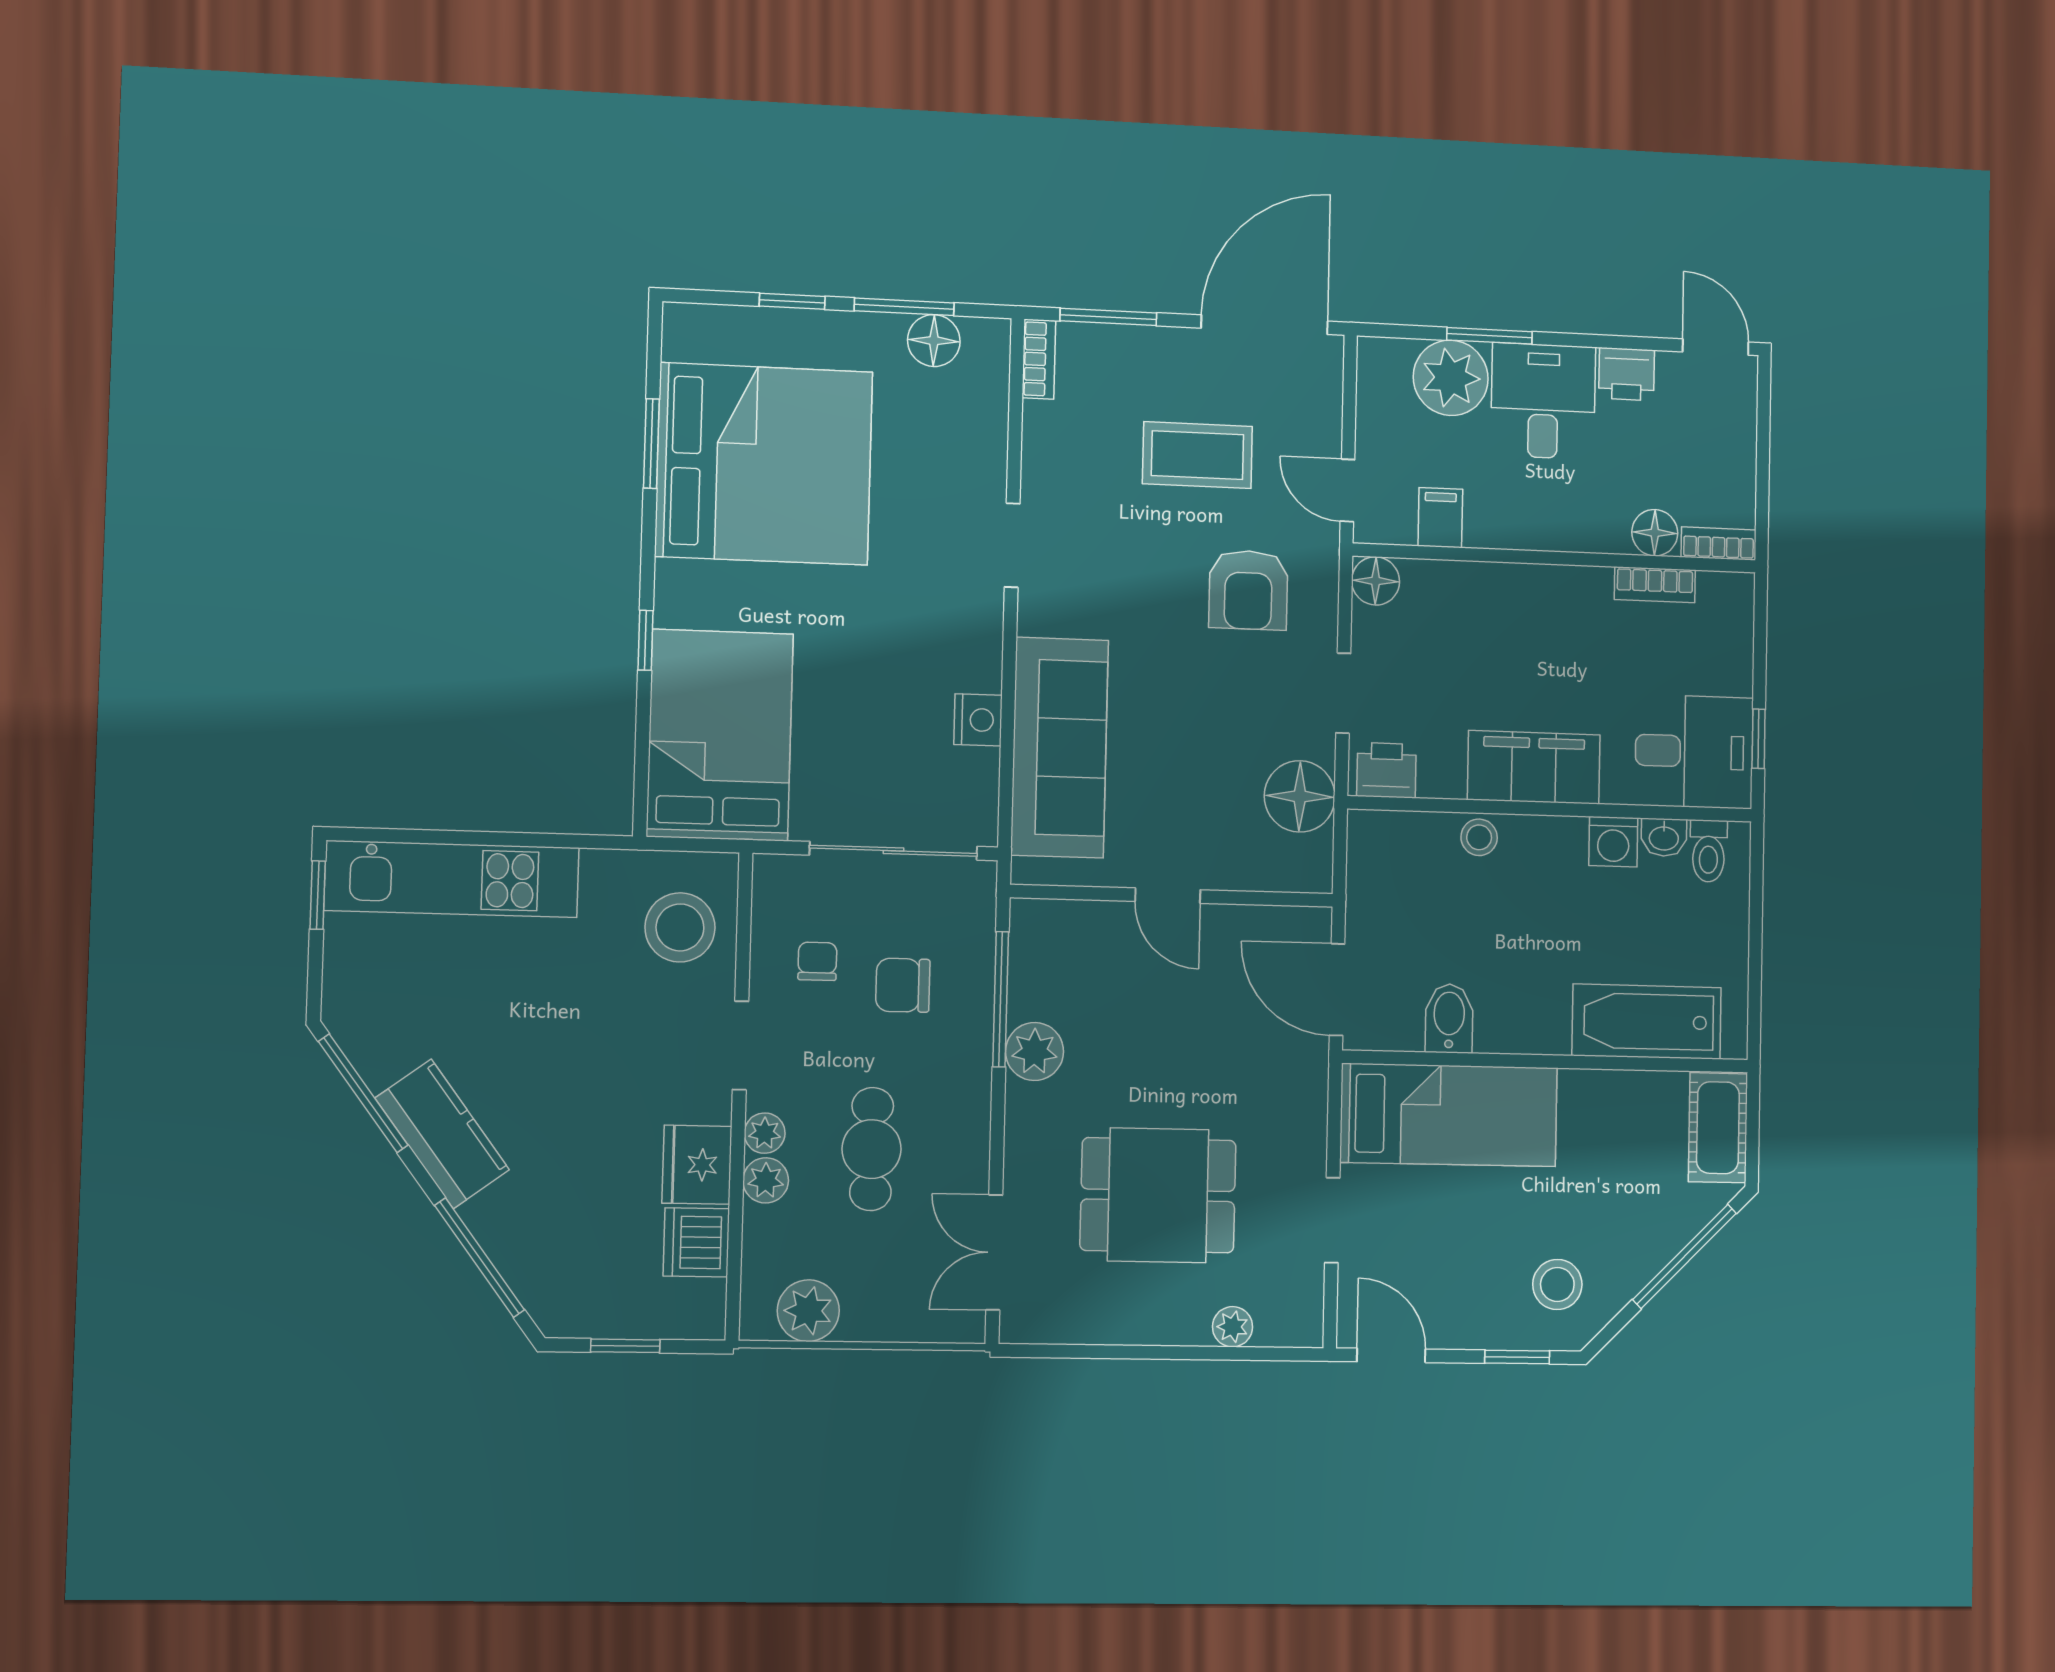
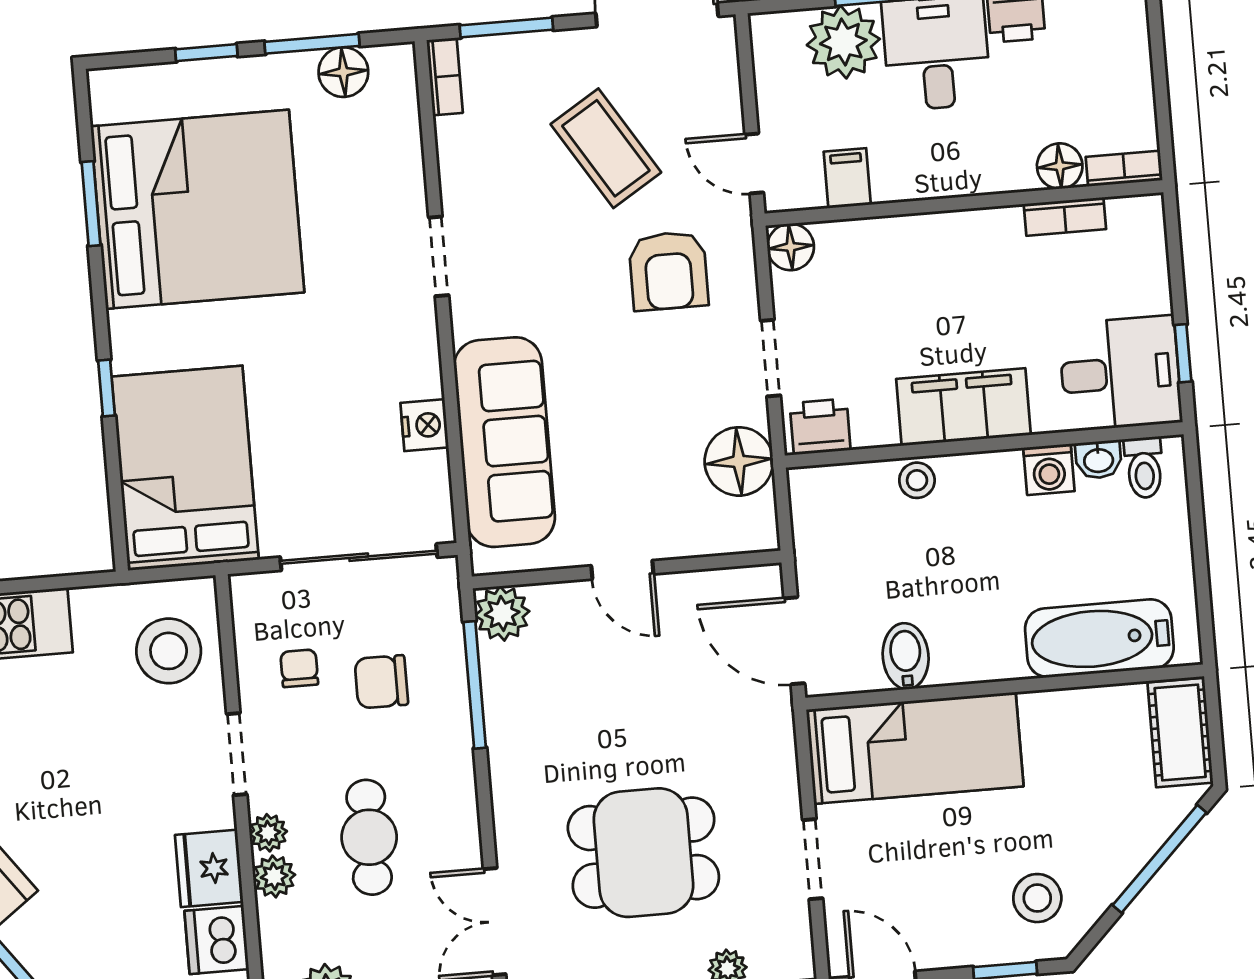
coffee table: (1197, 455) -> (606, 148), turned 58
plant: (1035, 1051) -> (502, 613), moved

